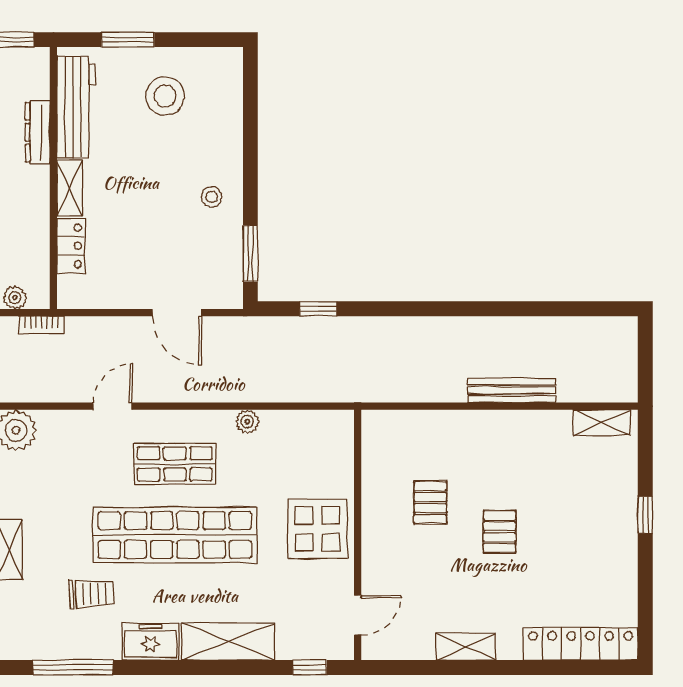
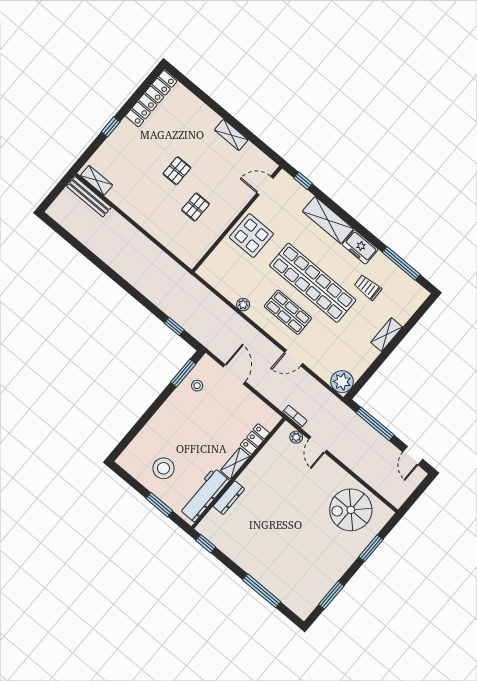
stool: (212, 197) -> (197, 386), moved
bench: (512, 390) -> (89, 197), moved
locker: (581, 644) -> (151, 99), moved, turned -90

